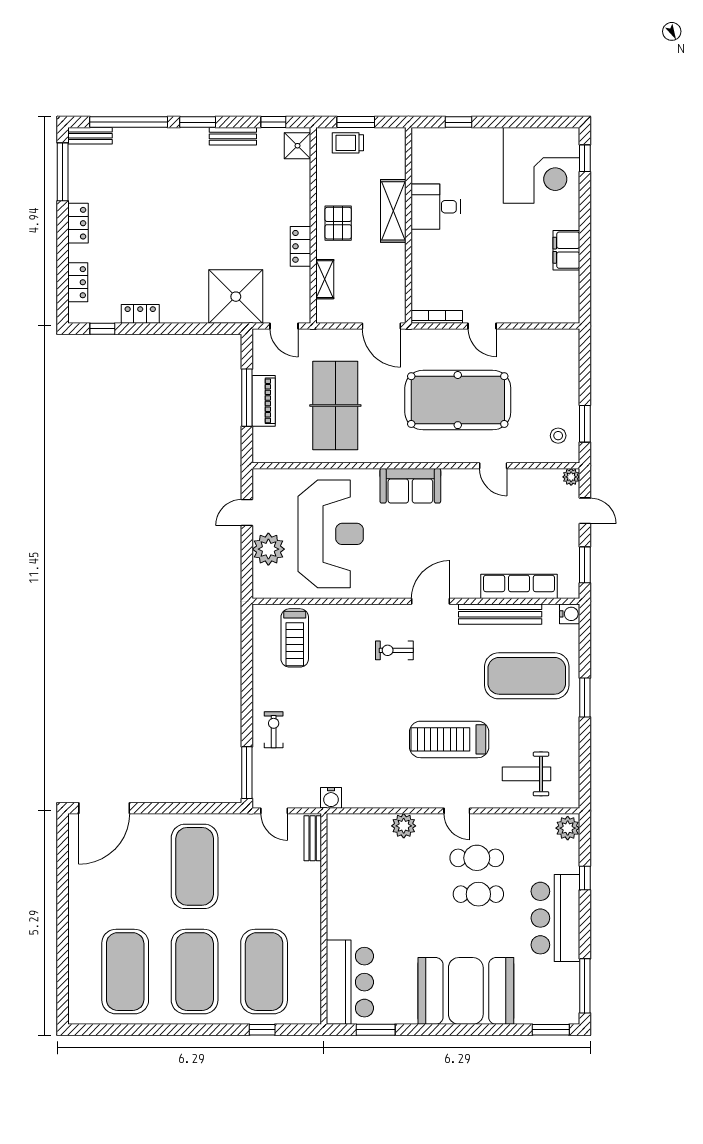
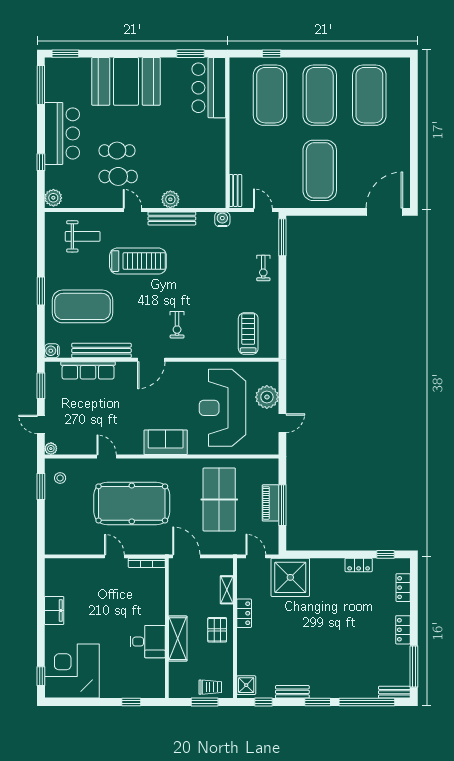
exercise bike: (394, 650) -> (177, 325), turned 90
bench: (402, 799) -> (172, 218), added

